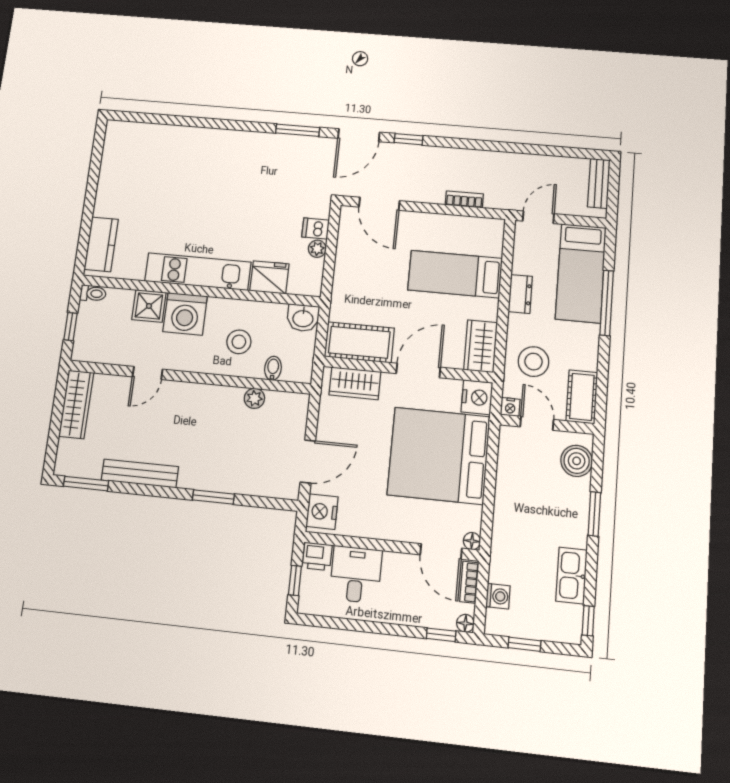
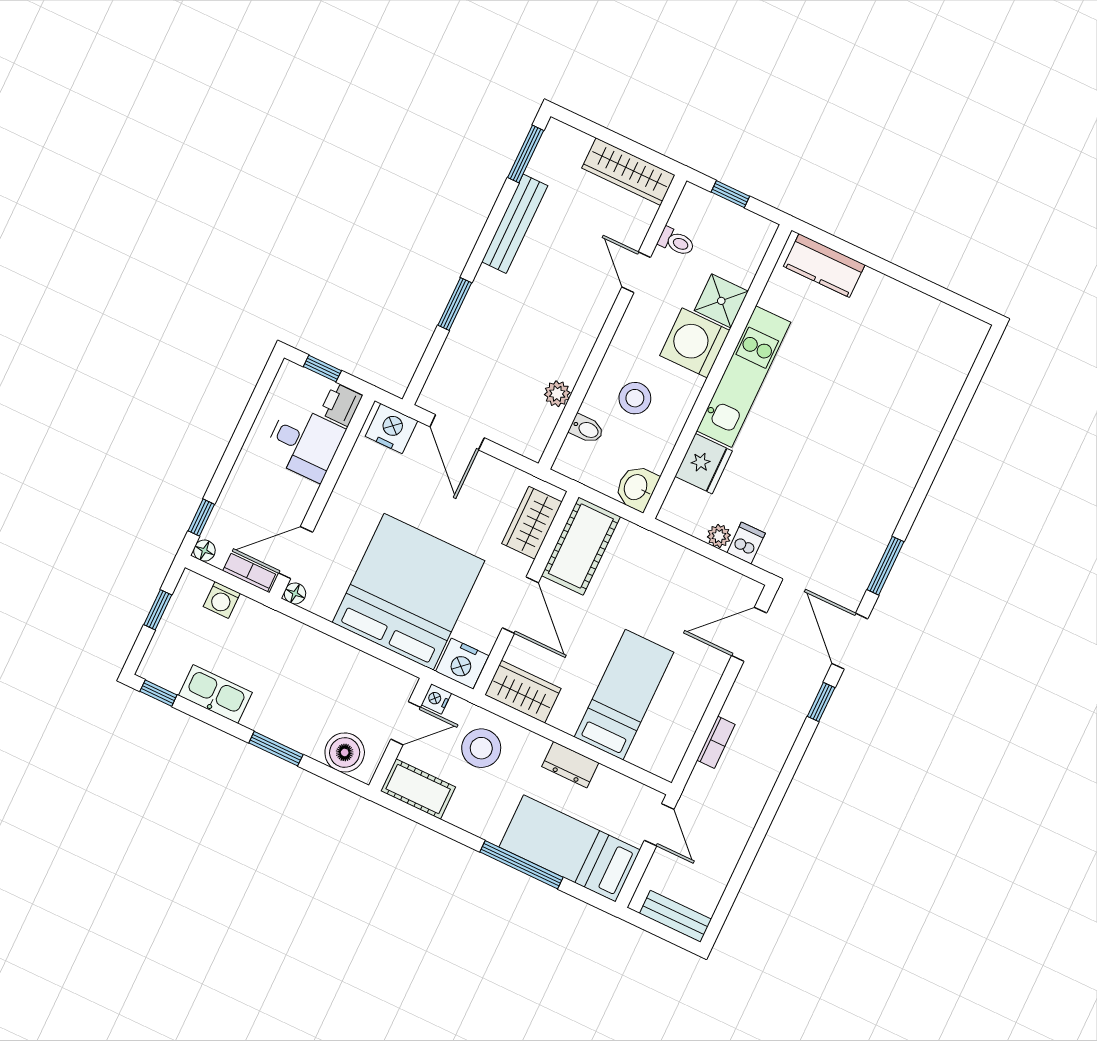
toilet: (93, 293) -> (676, 242), moved, turned -90

